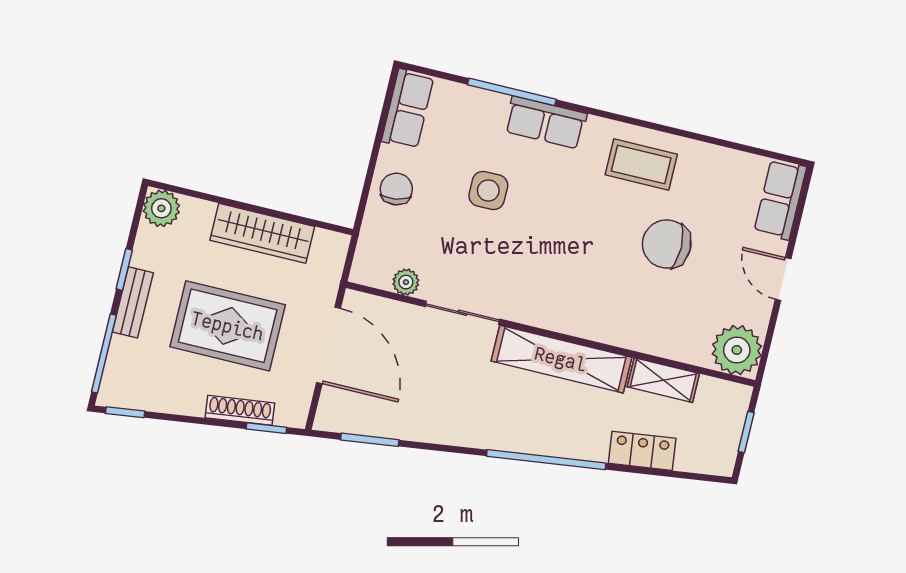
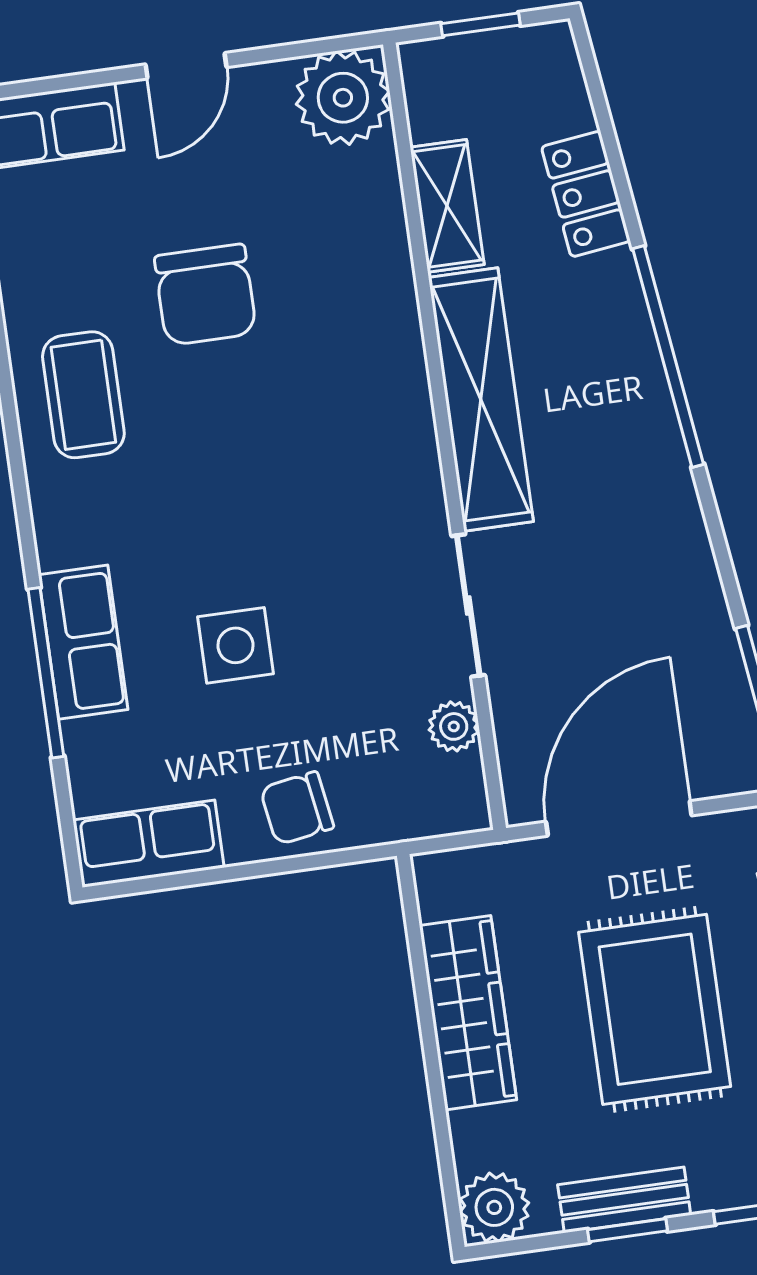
row of seats: (546, 122) -> (83, 642), moved
bench: (133, 302) -> (624, 1200), moved

